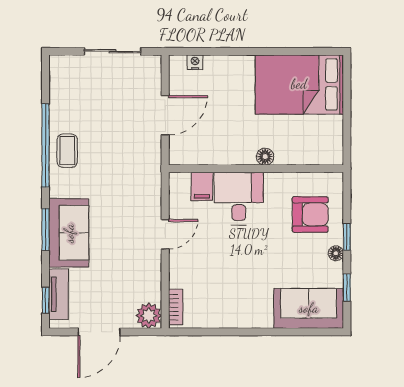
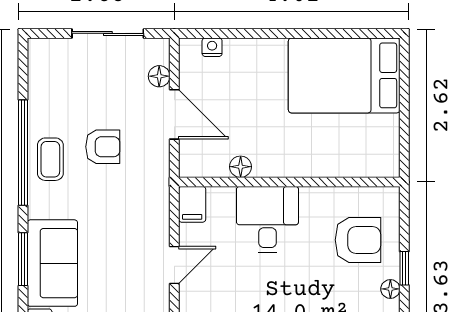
floor lamp: (153, 85) -> (159, 76), added
door: (165, 115) -> (174, 114), hinge flipped
armchair: (109, 141) -> (103, 147), added
floor lamp: (265, 157) -> (241, 167), moved
filing cabinet: (202, 186) -> (192, 204), moved

